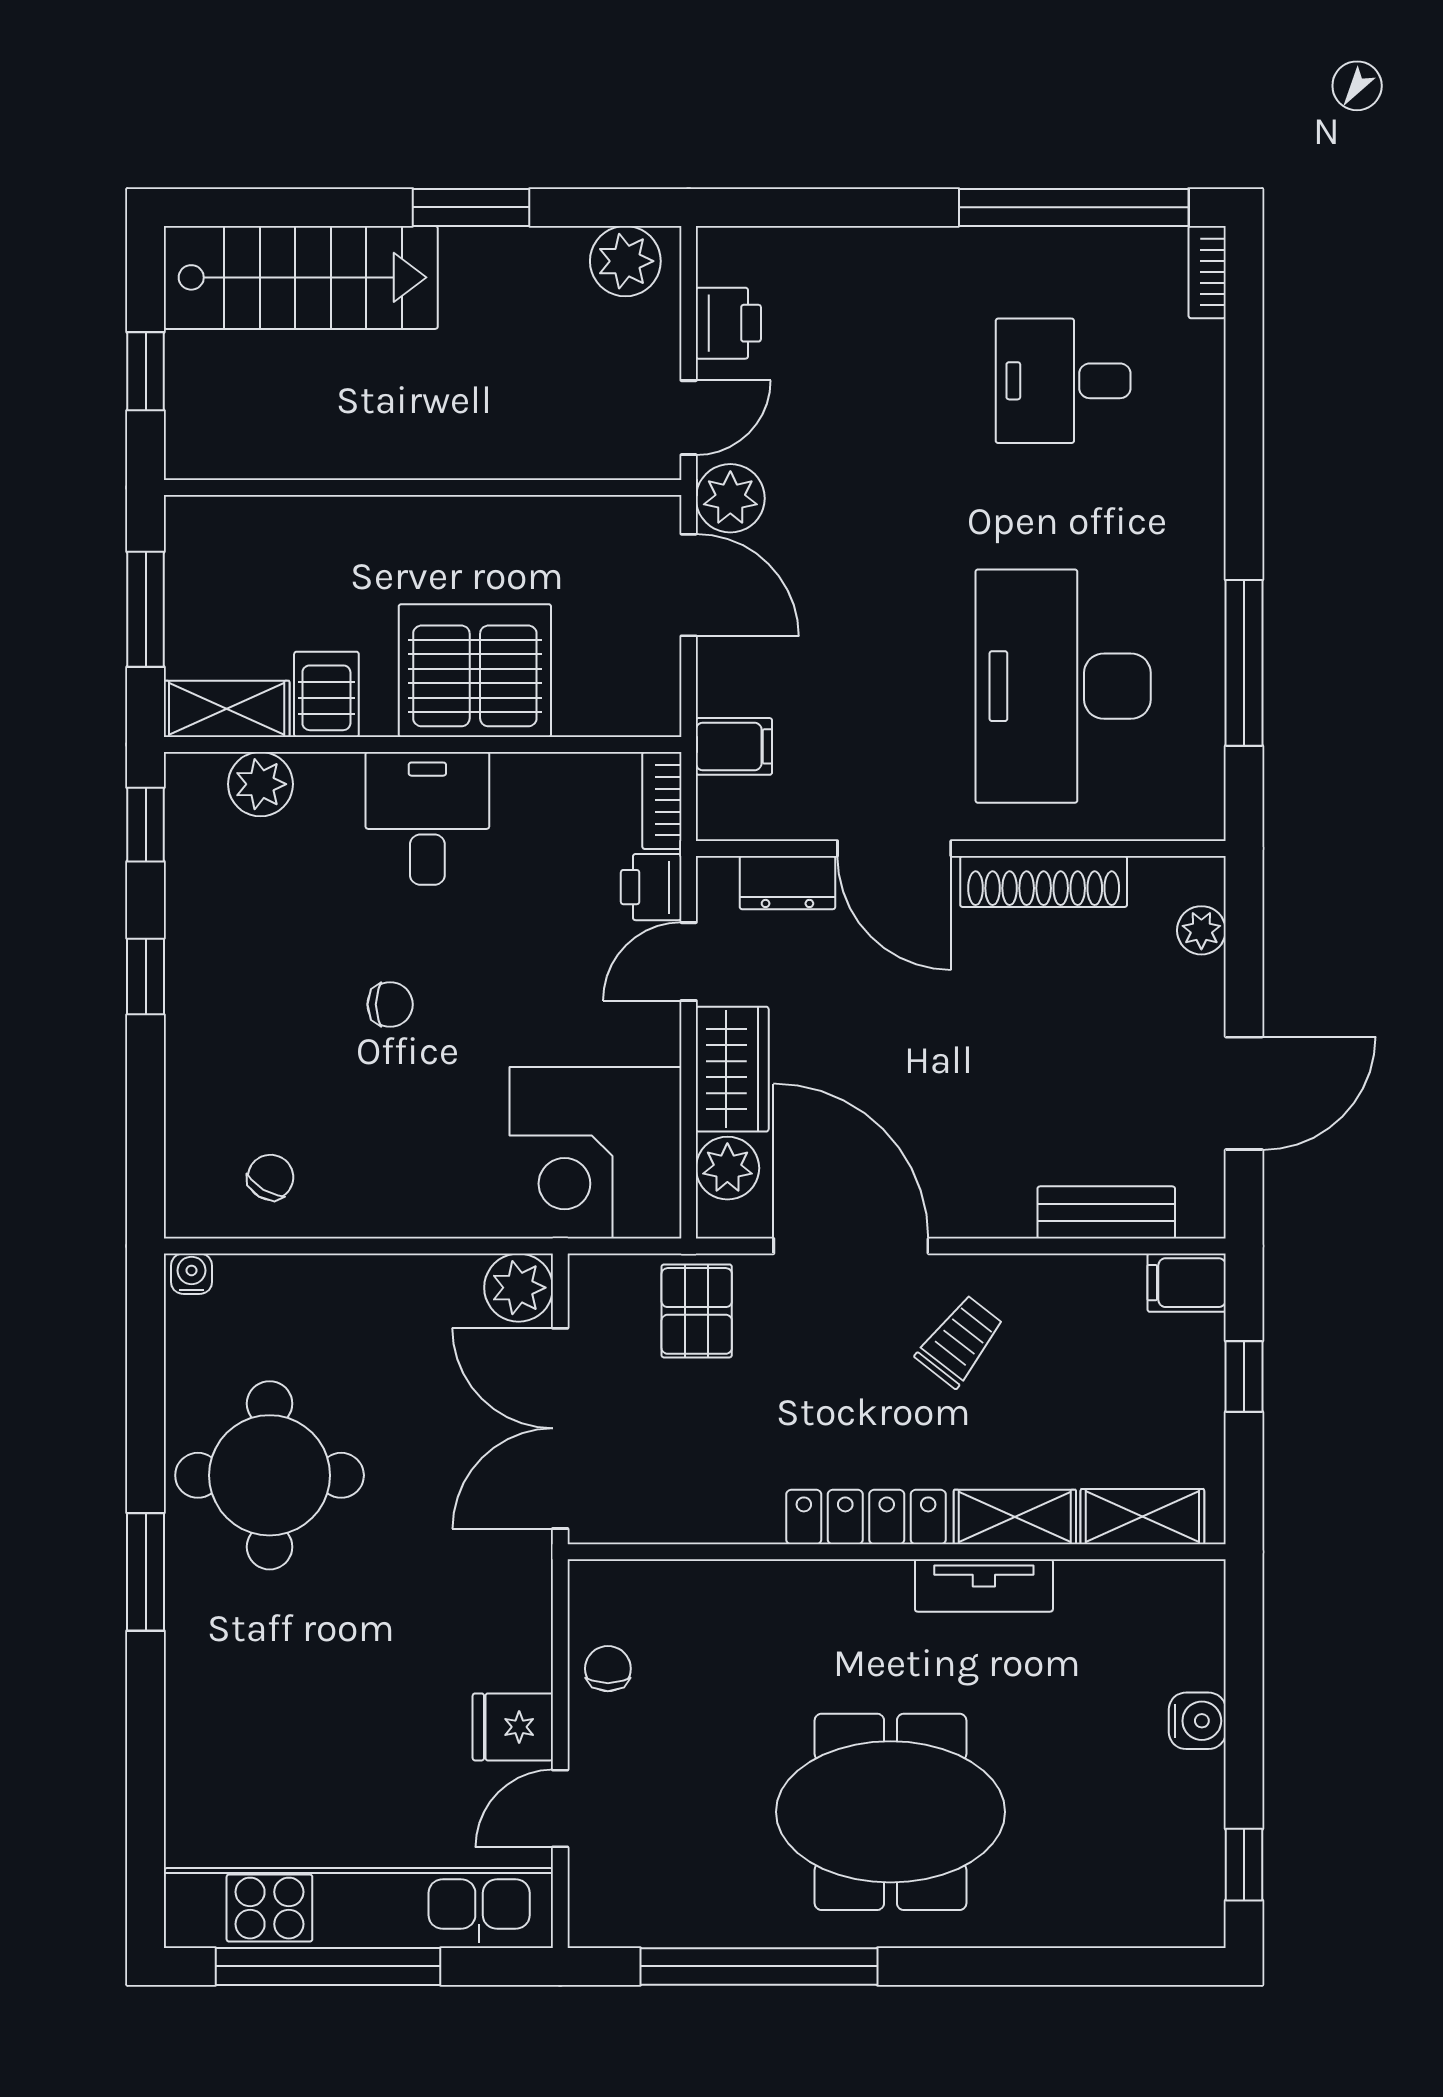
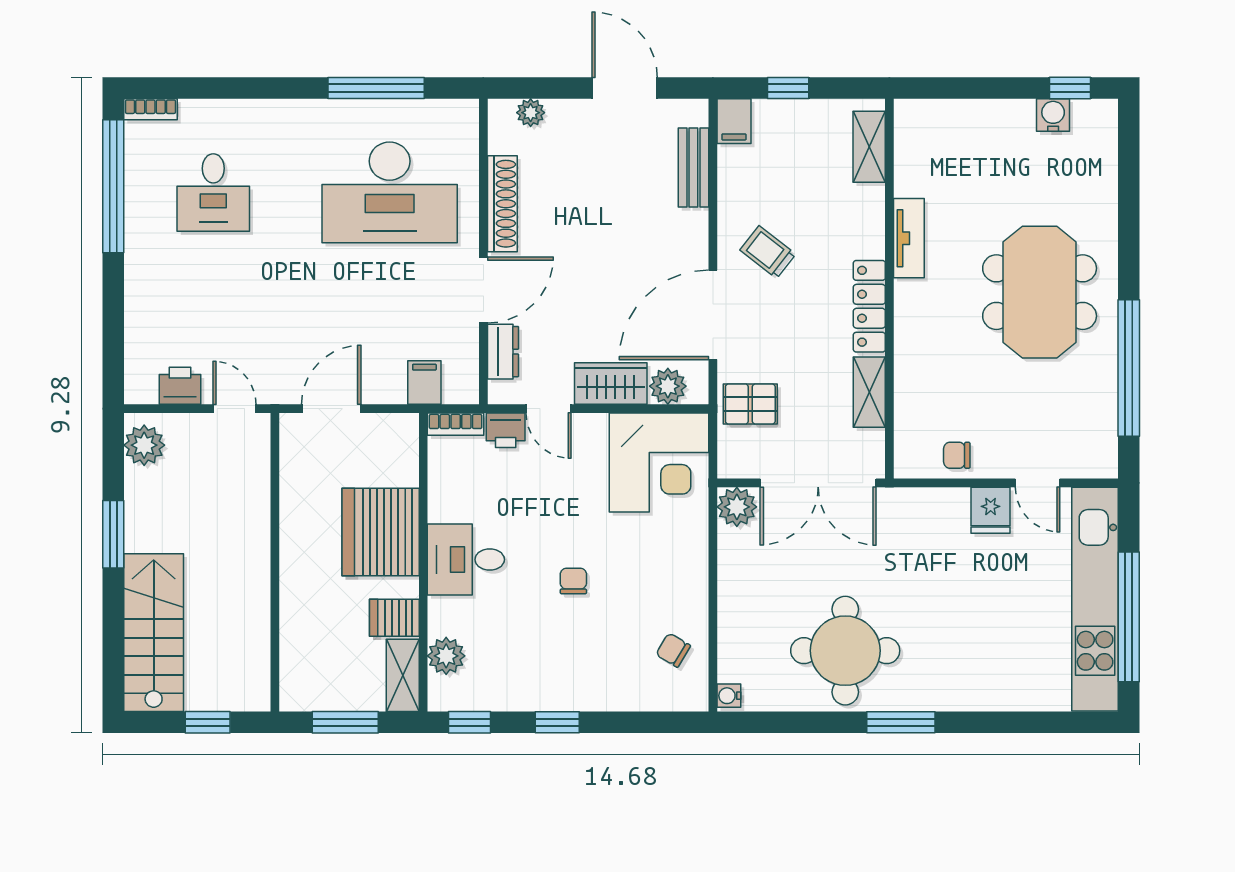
plant: (730, 498) -> (281, 385), removed
shelving: (1015, 1517) -> (869, 392), moved
water cooler: (1197, 1721) -> (1053, 115), moved

